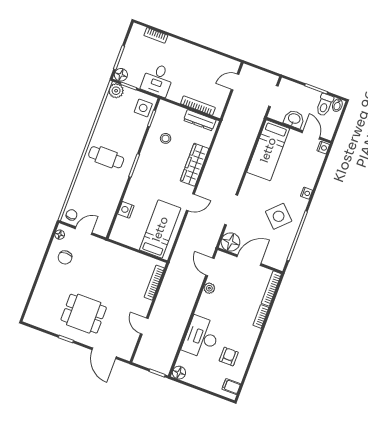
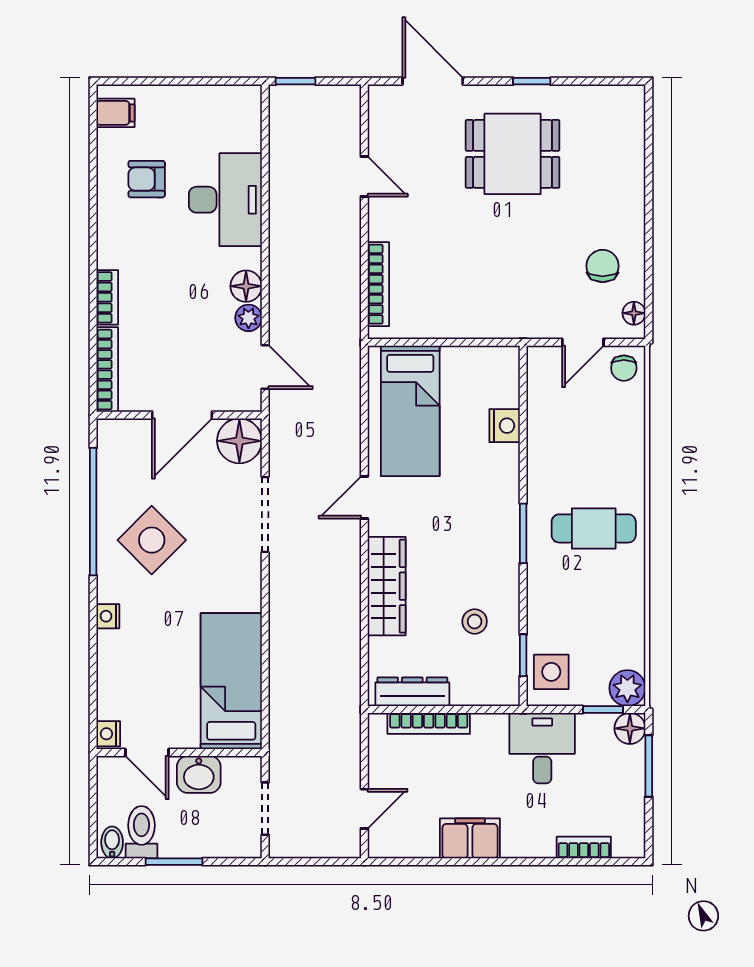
filing cabinet: (198, 55) -> (470, 838), added
armchair: (229, 357) -> (147, 179), turned 90
floor lamp: (179, 373) -> (246, 286), moved

